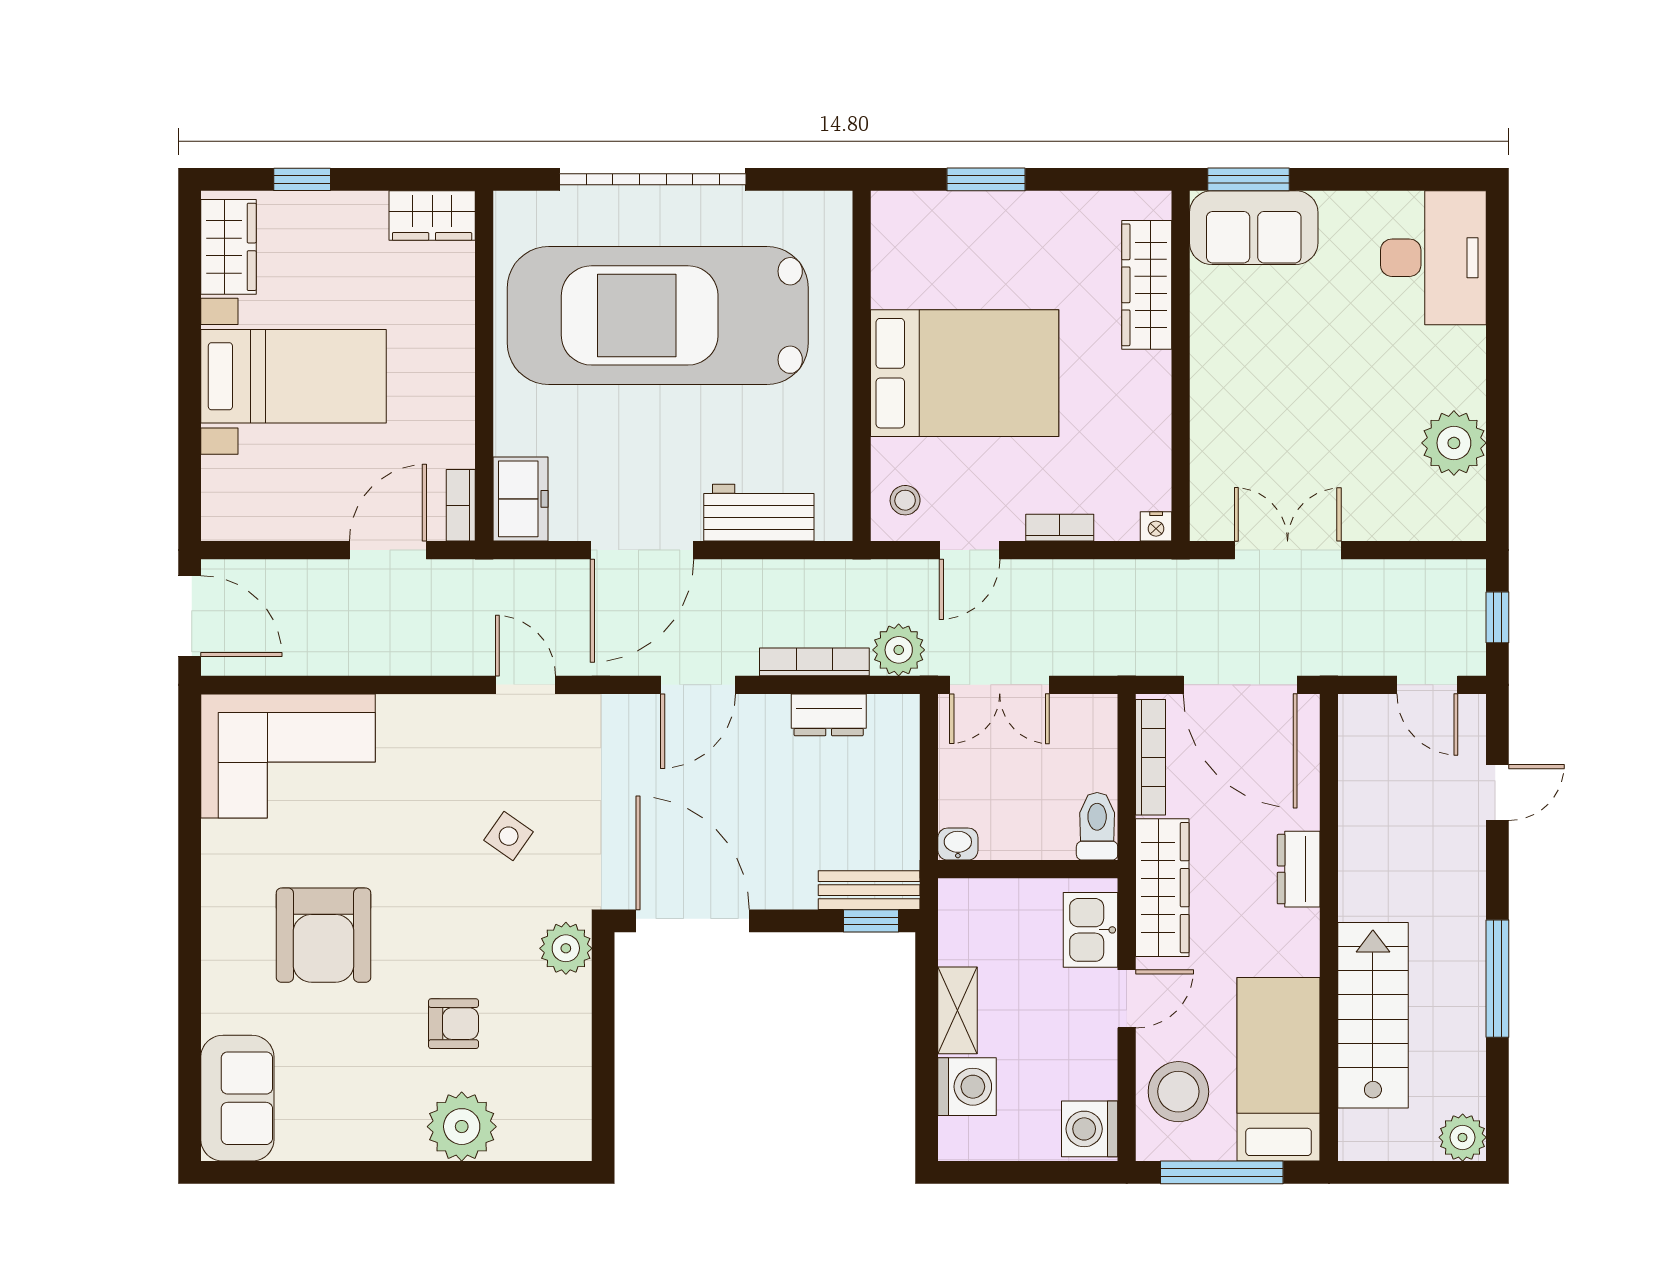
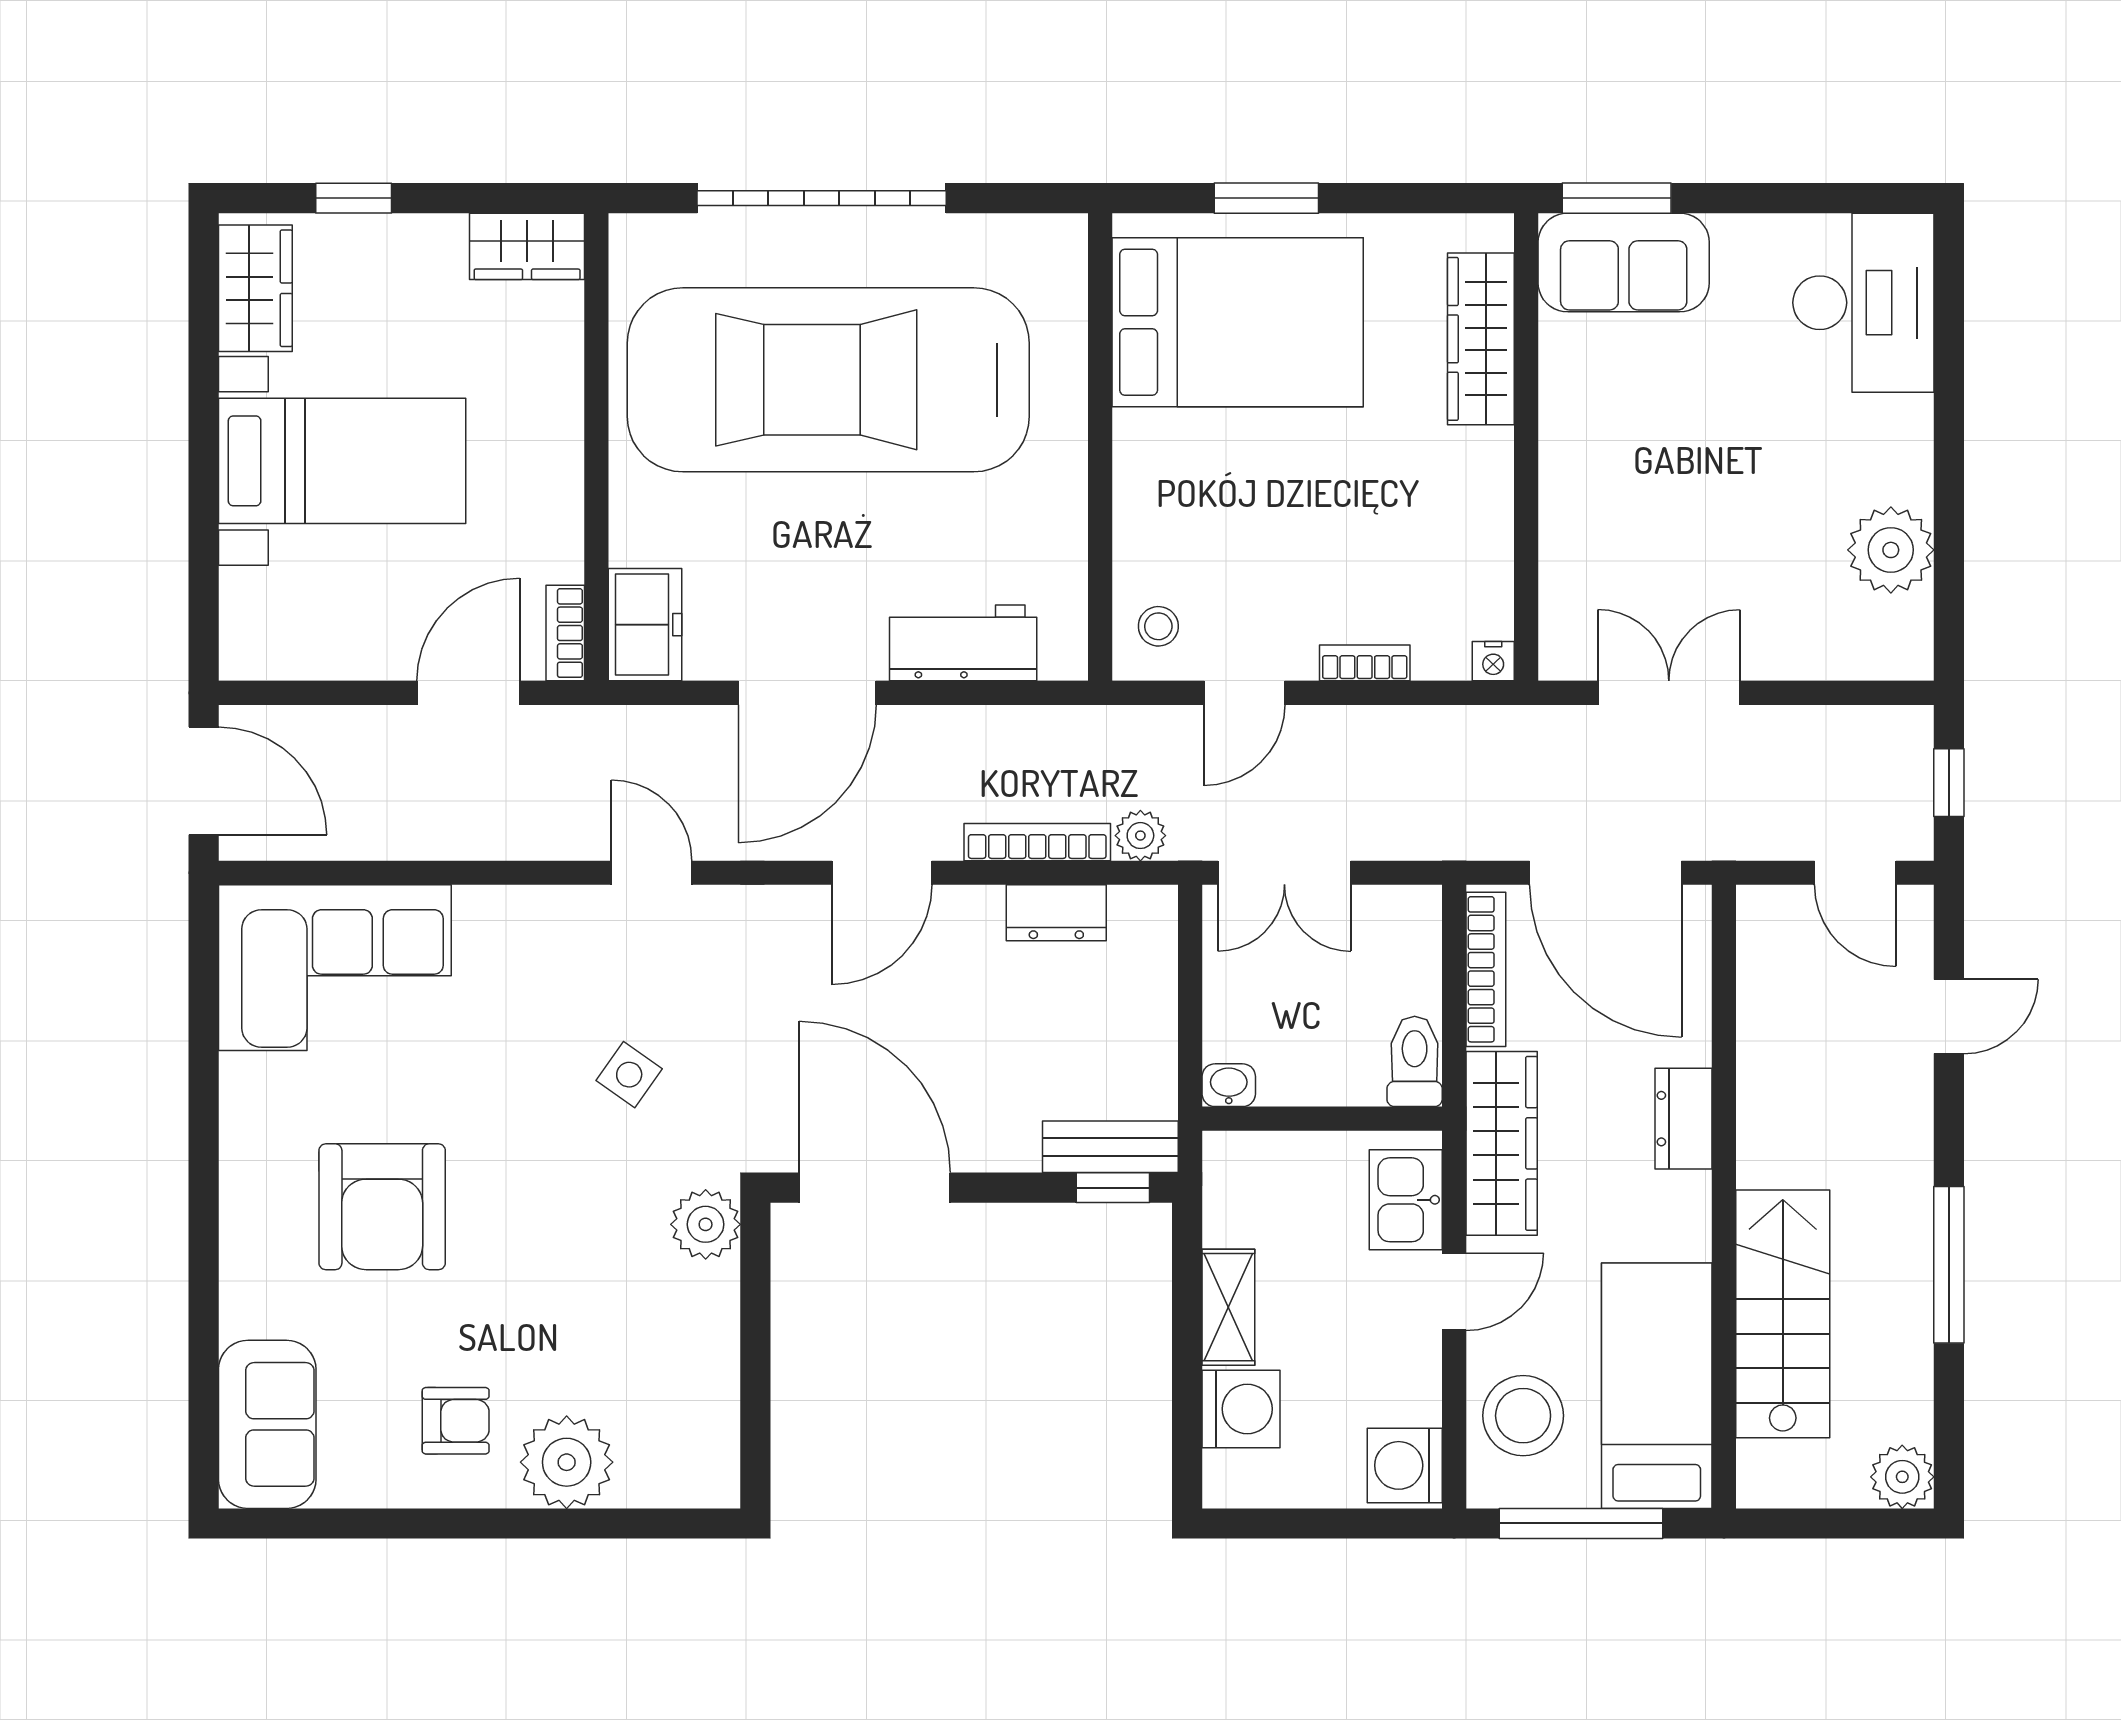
bed: (965, 373) -> (1238, 322), moved
plant: (899, 650) -> (1140, 836), width x0.73, depth x0.73
armchair: (453, 1024) -> (456, 1421), moved

